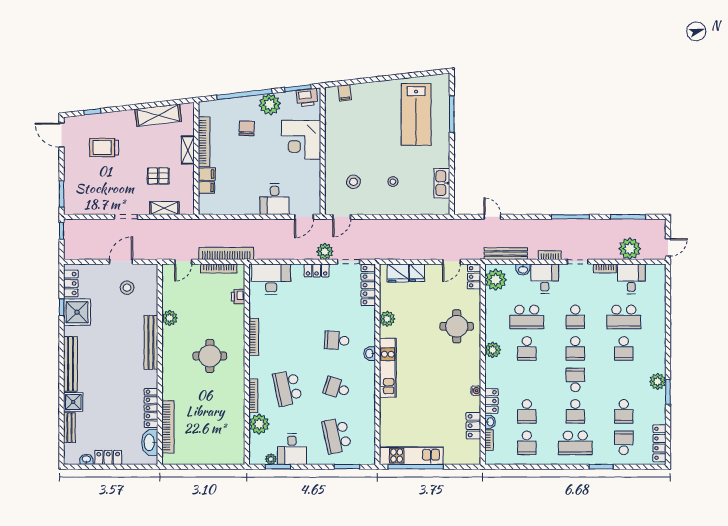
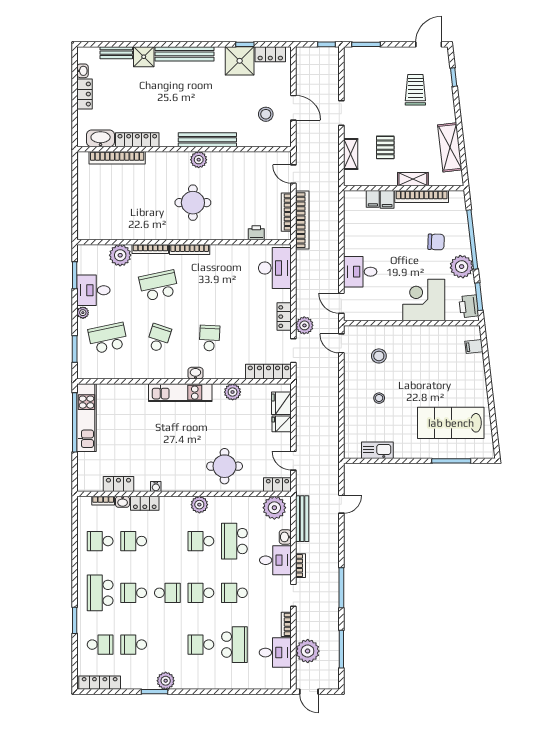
school desk: (624, 317) -> (234, 645), turned 180
plant: (170, 318) -> (199, 160), moved
bookcase: (254, 337) -> (190, 249), moved
plant: (271, 459) -> (83, 313), moved

